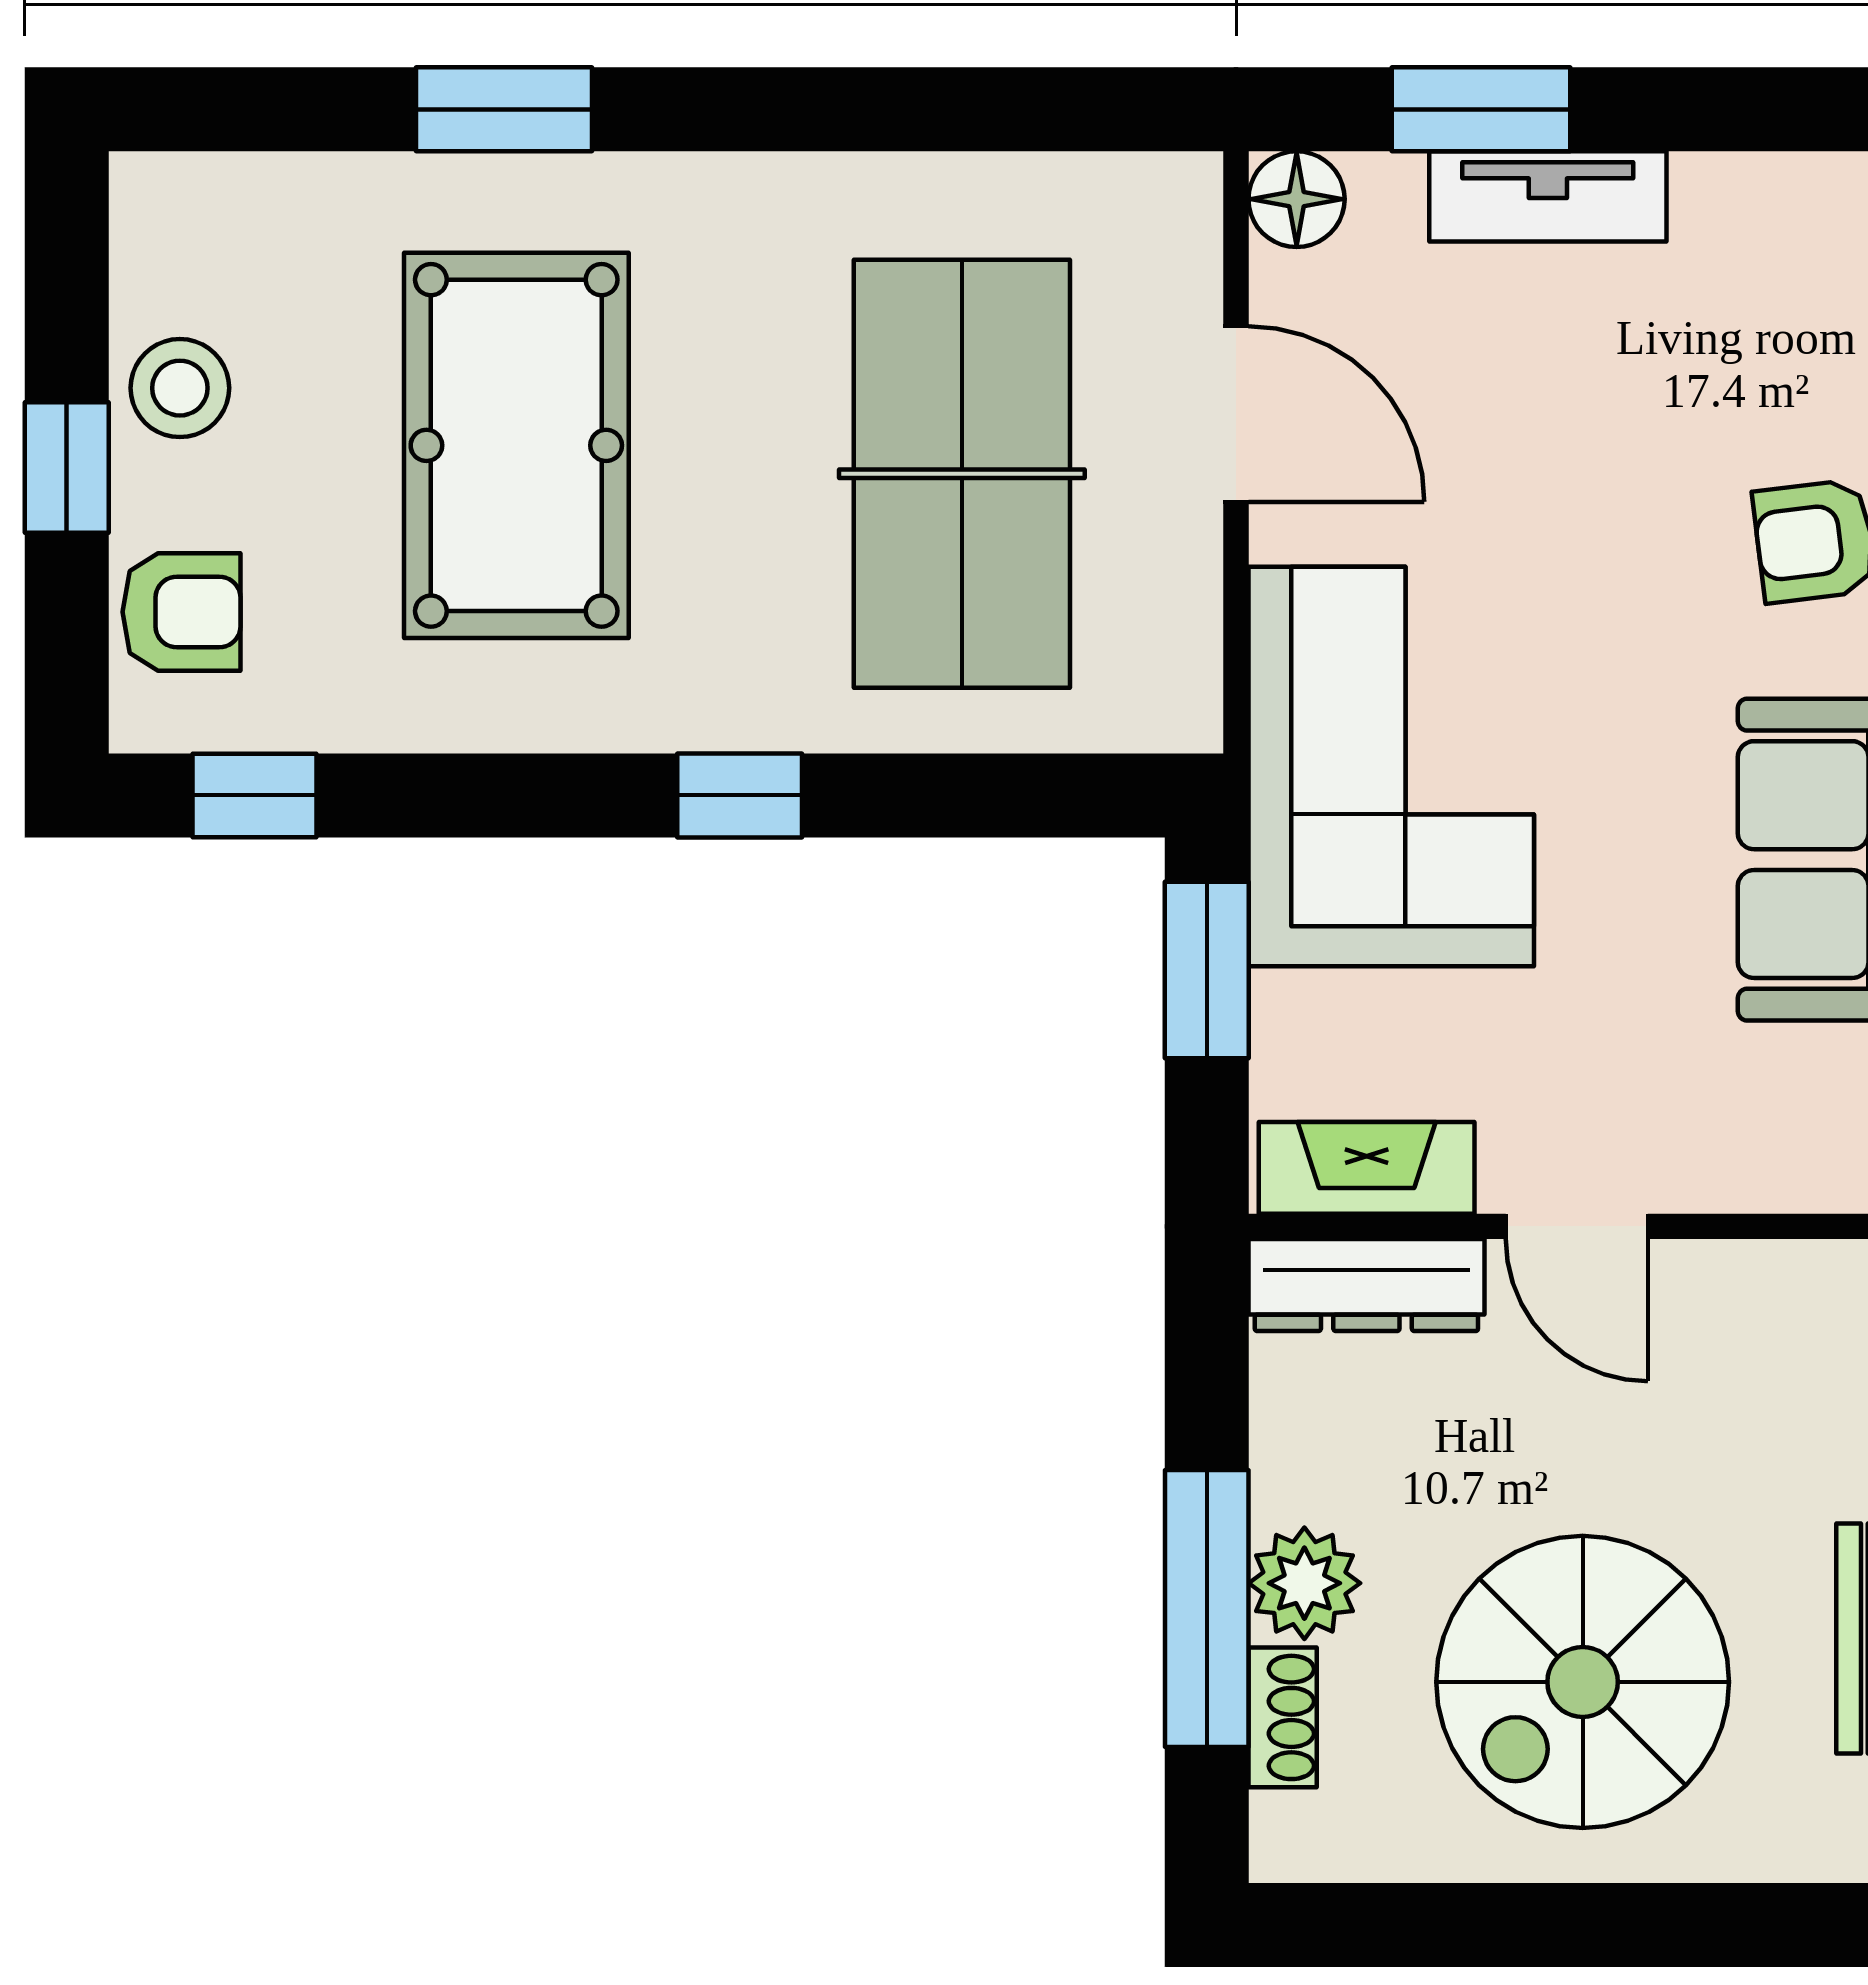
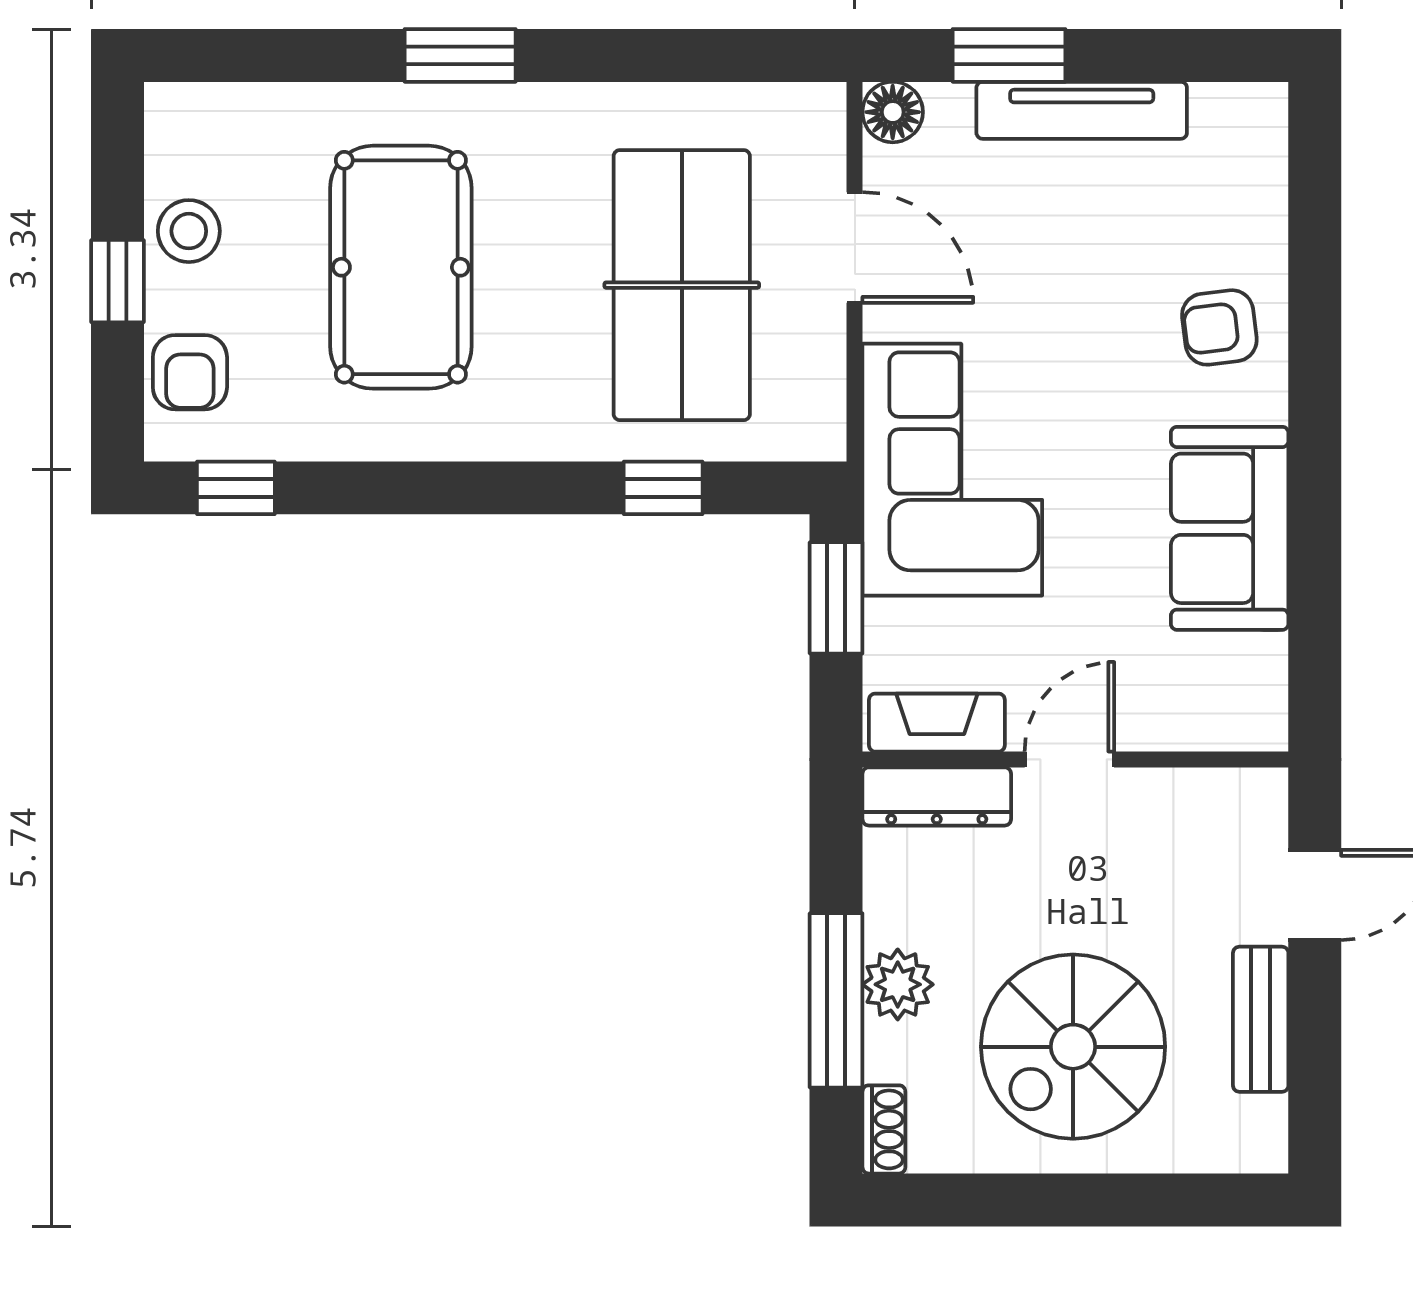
window: (504, 109) -> (460, 55), moved
tv unit: (1548, 196) -> (1082, 110), width x1.41
armchair: (182, 612) -> (190, 372), turned 90
window: (740, 795) -> (663, 488), moved
door: (1577, 1226) -> (1069, 759), swing flipped
shoe rack: (1283, 1717) -> (884, 1129), moved

